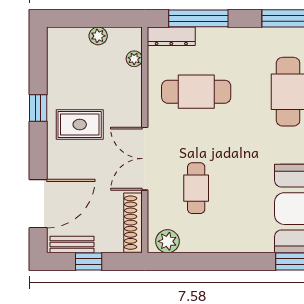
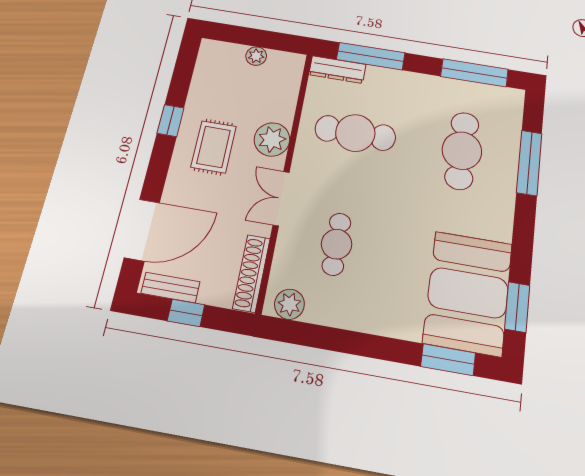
plant: (134, 59) -> (272, 139), moved, width x1.88, depth x1.88
rug: (80, 125) -> (214, 147), turned 90
double door: (145, 159) -> (281, 198), width x0.73

